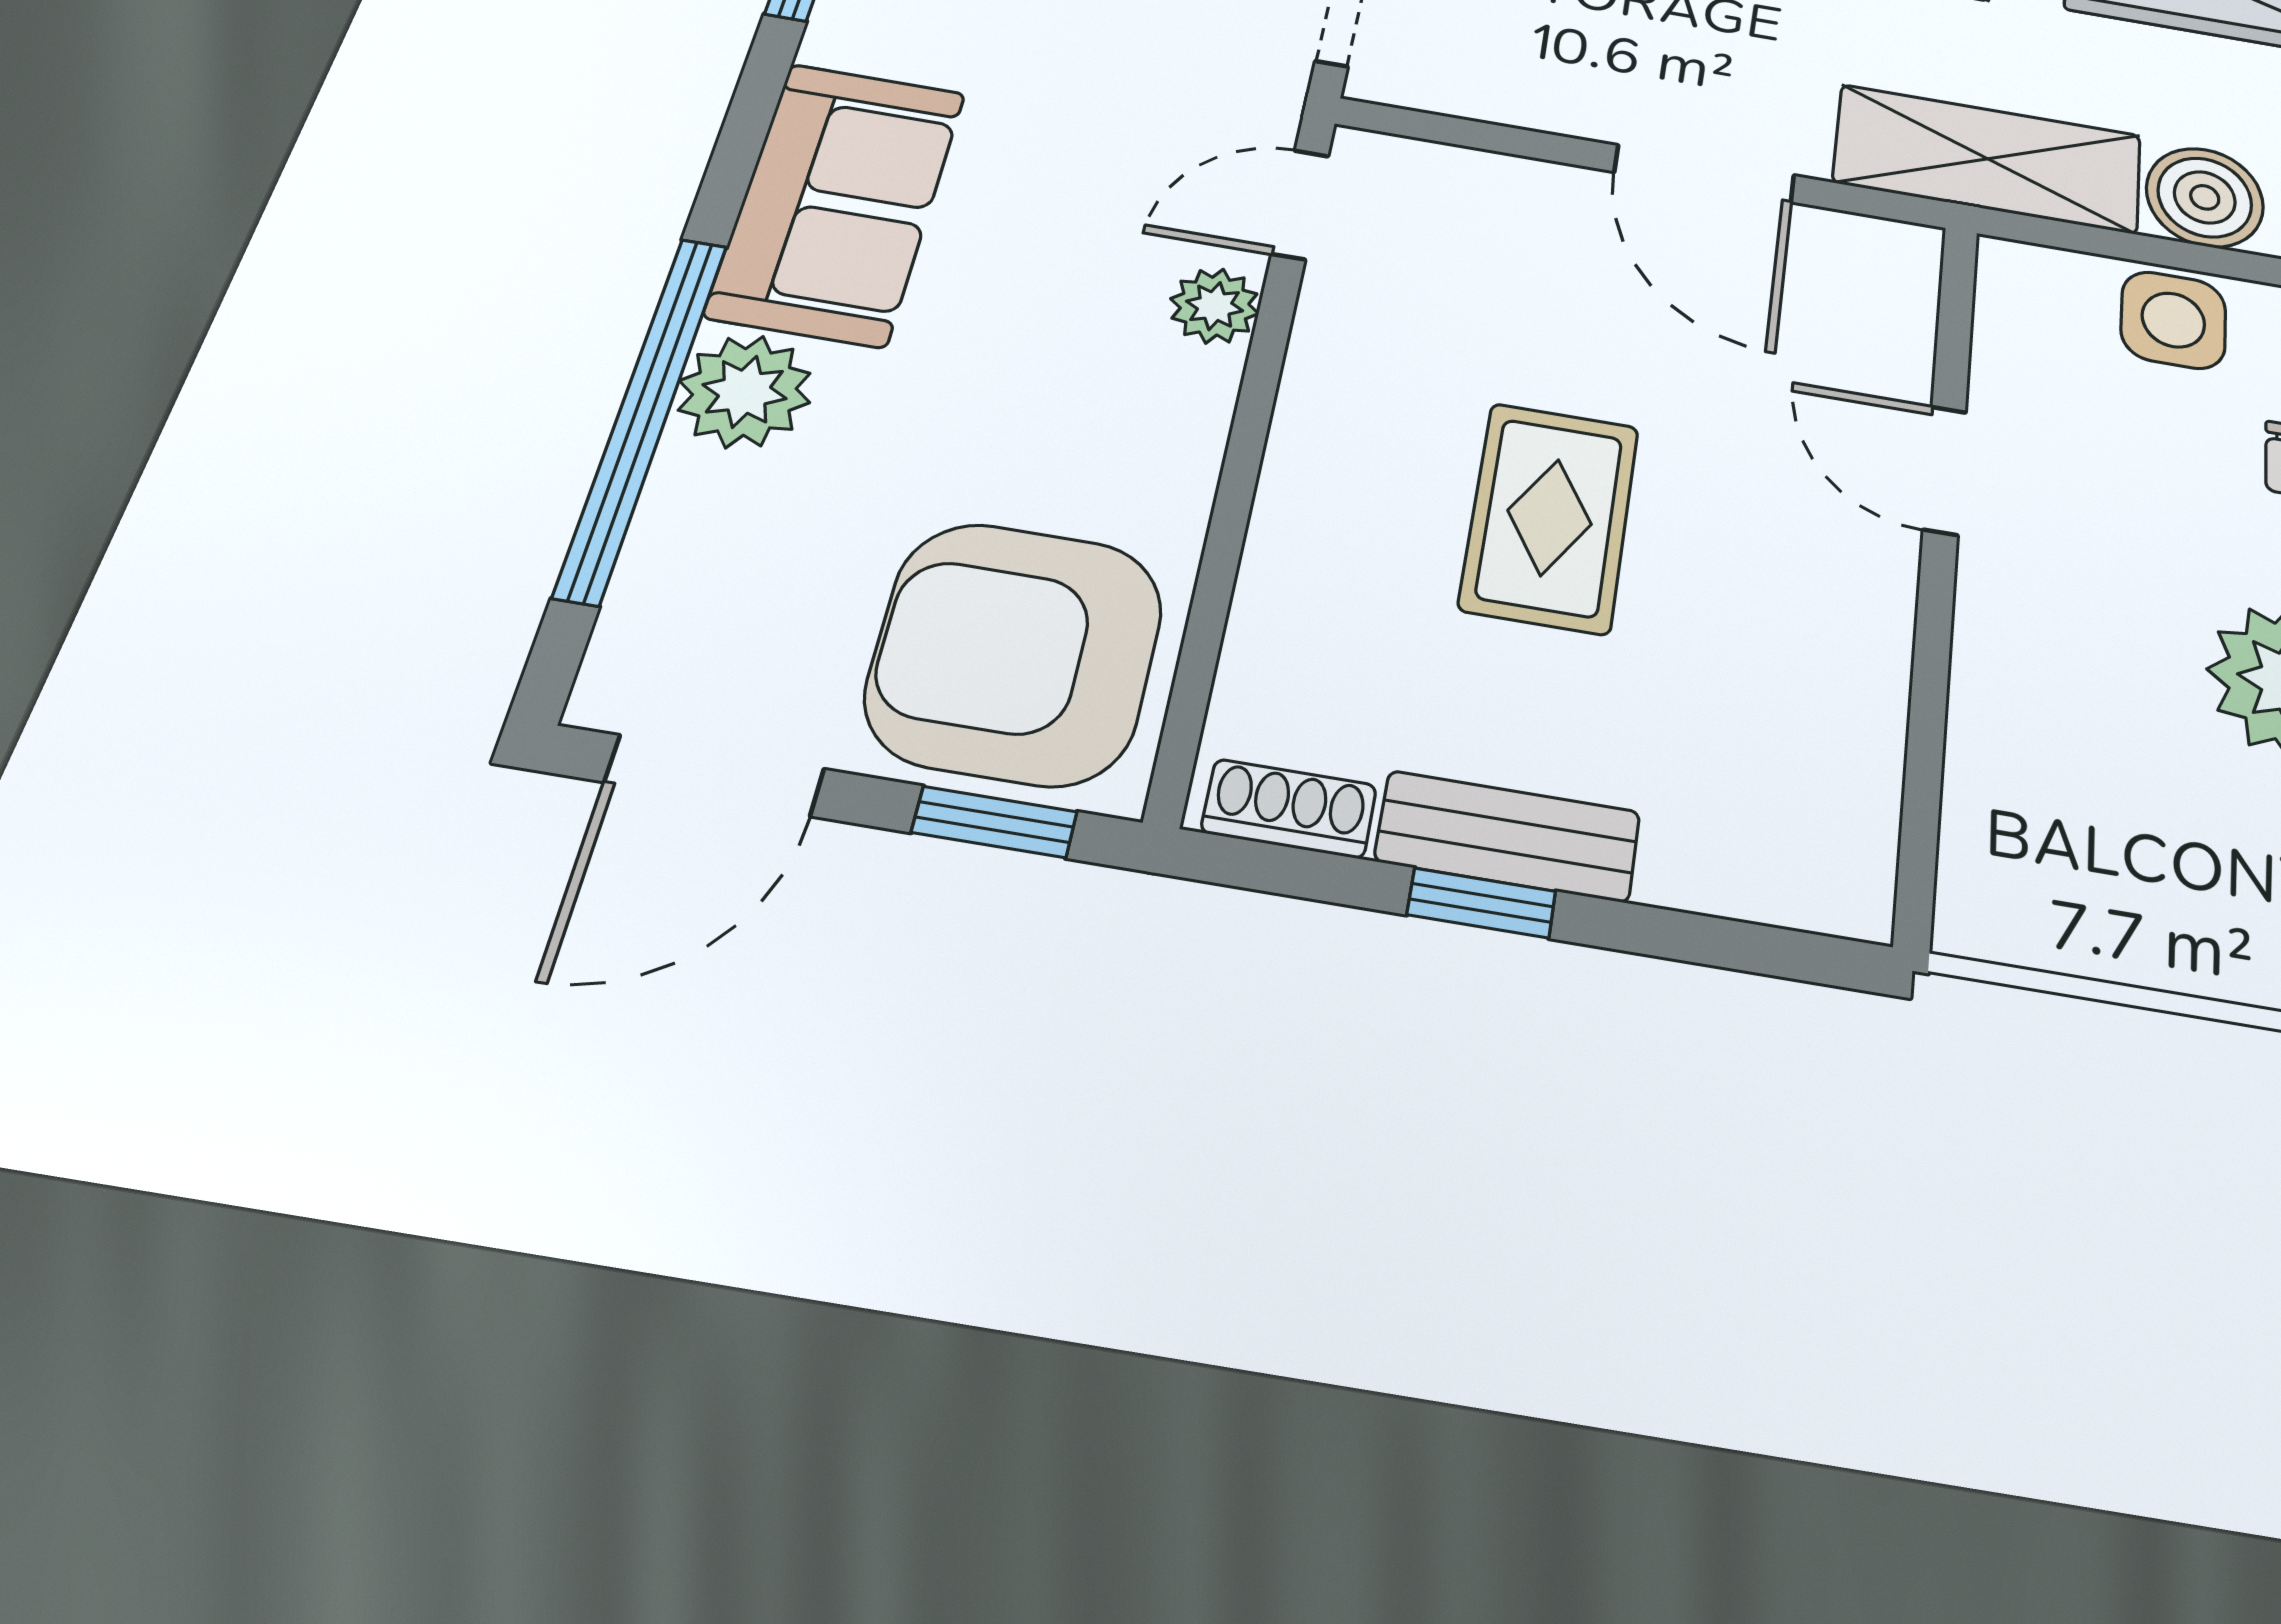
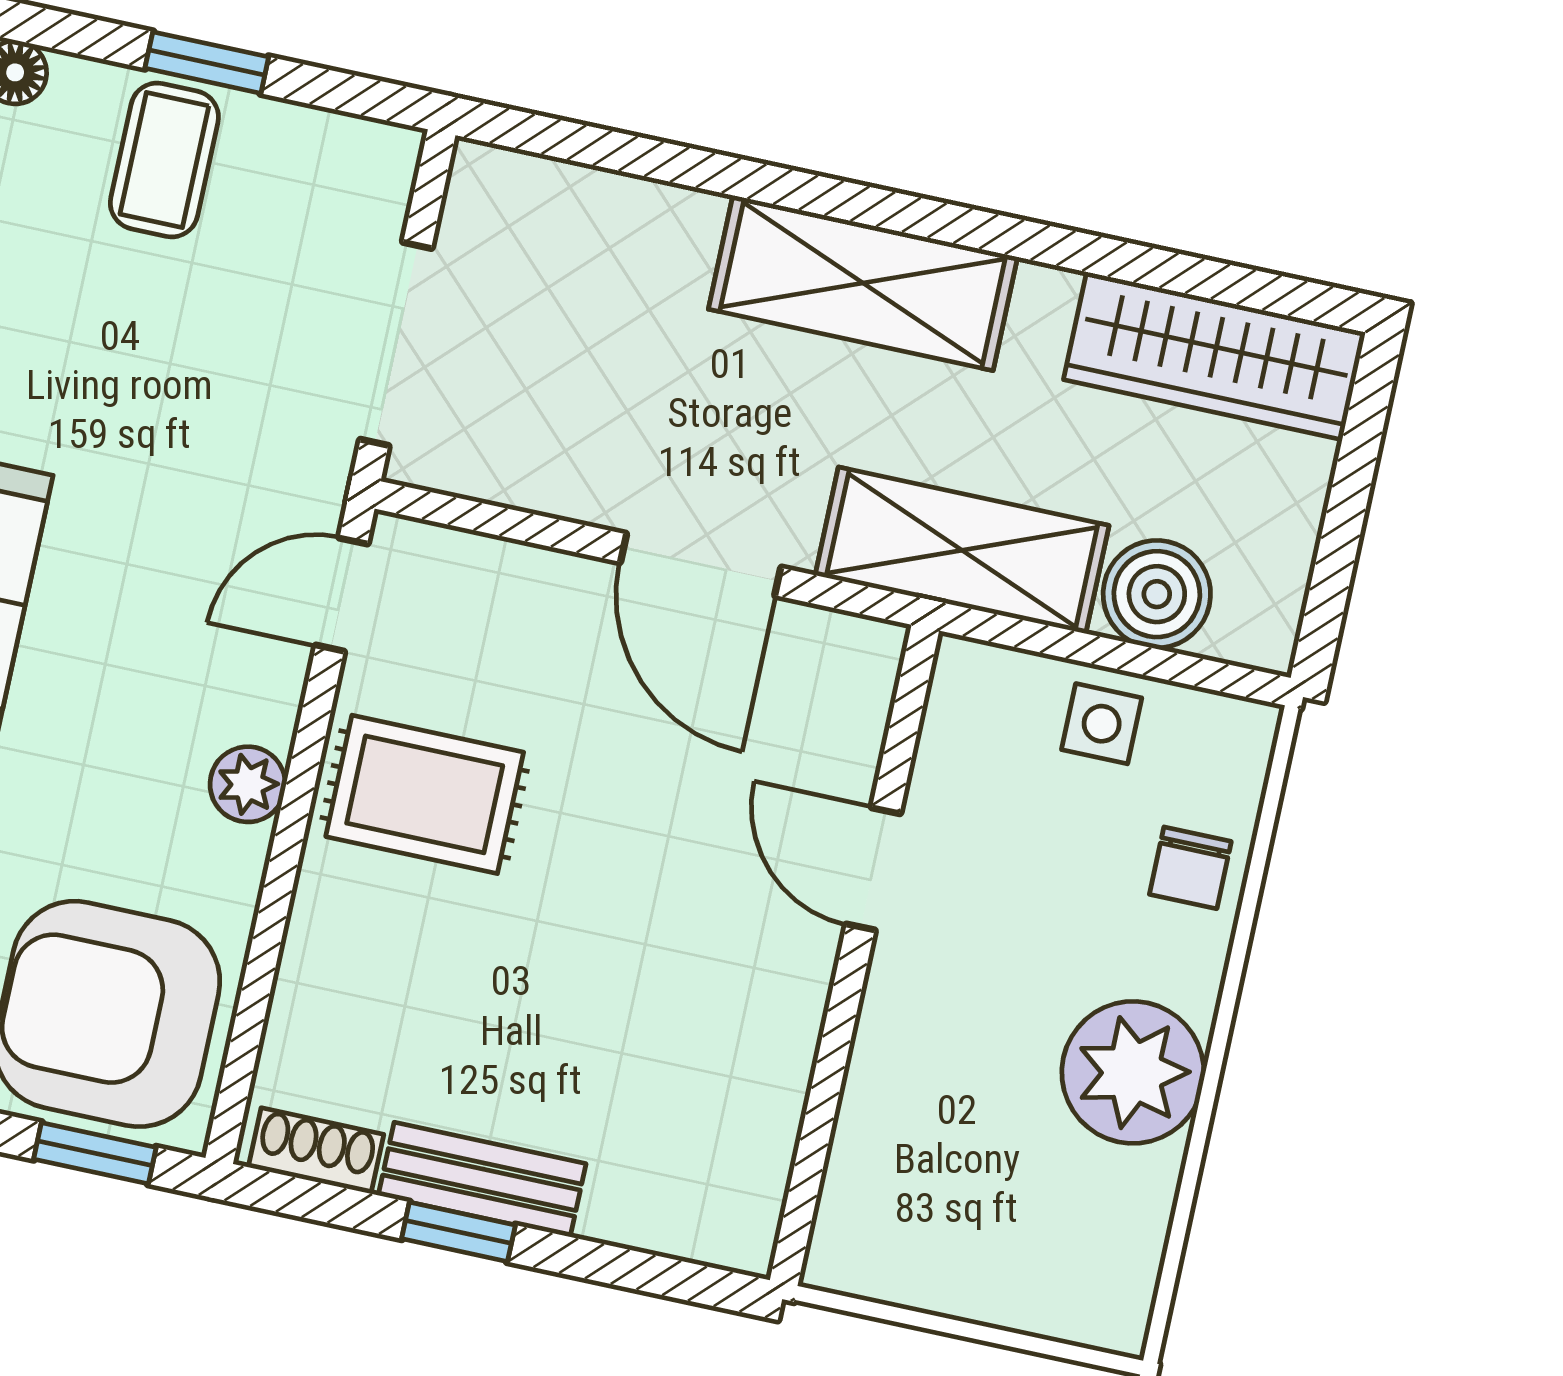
plant: (1215, 306) -> (248, 784), moved
side table: (2173, 320) -> (1102, 724), width x0.73, depth x0.73
rug: (1550, 517) -> (425, 794), moved, turned 90

